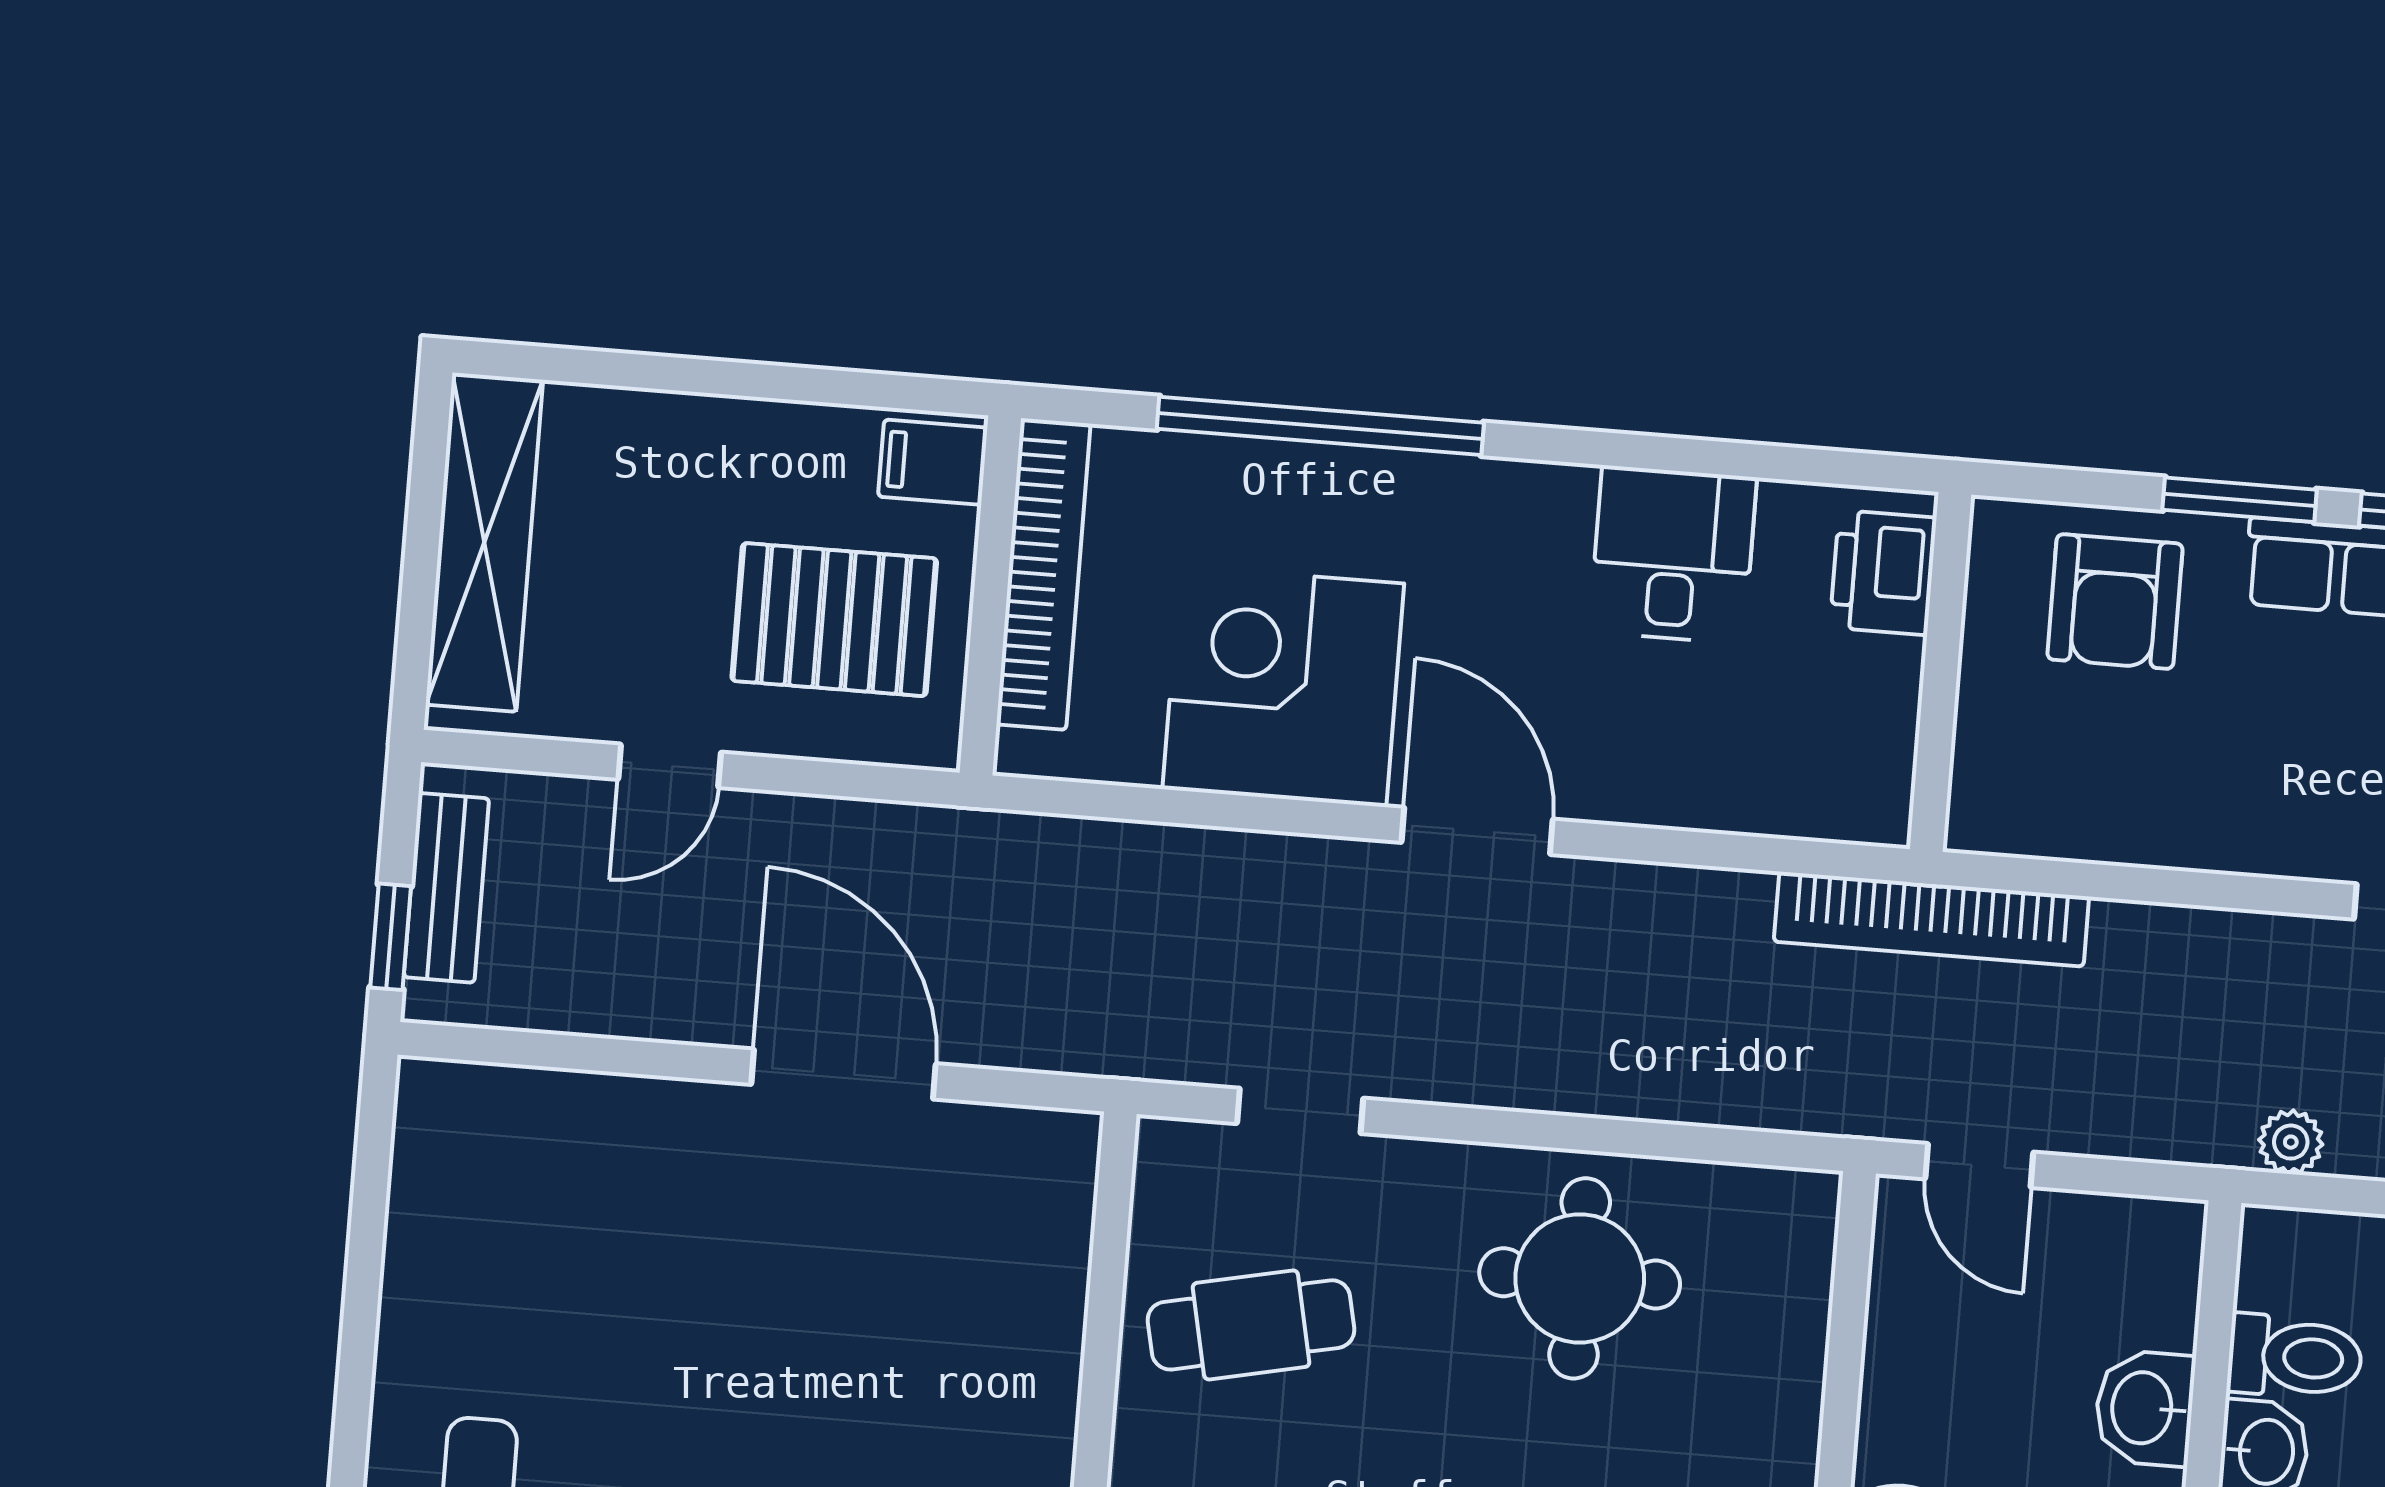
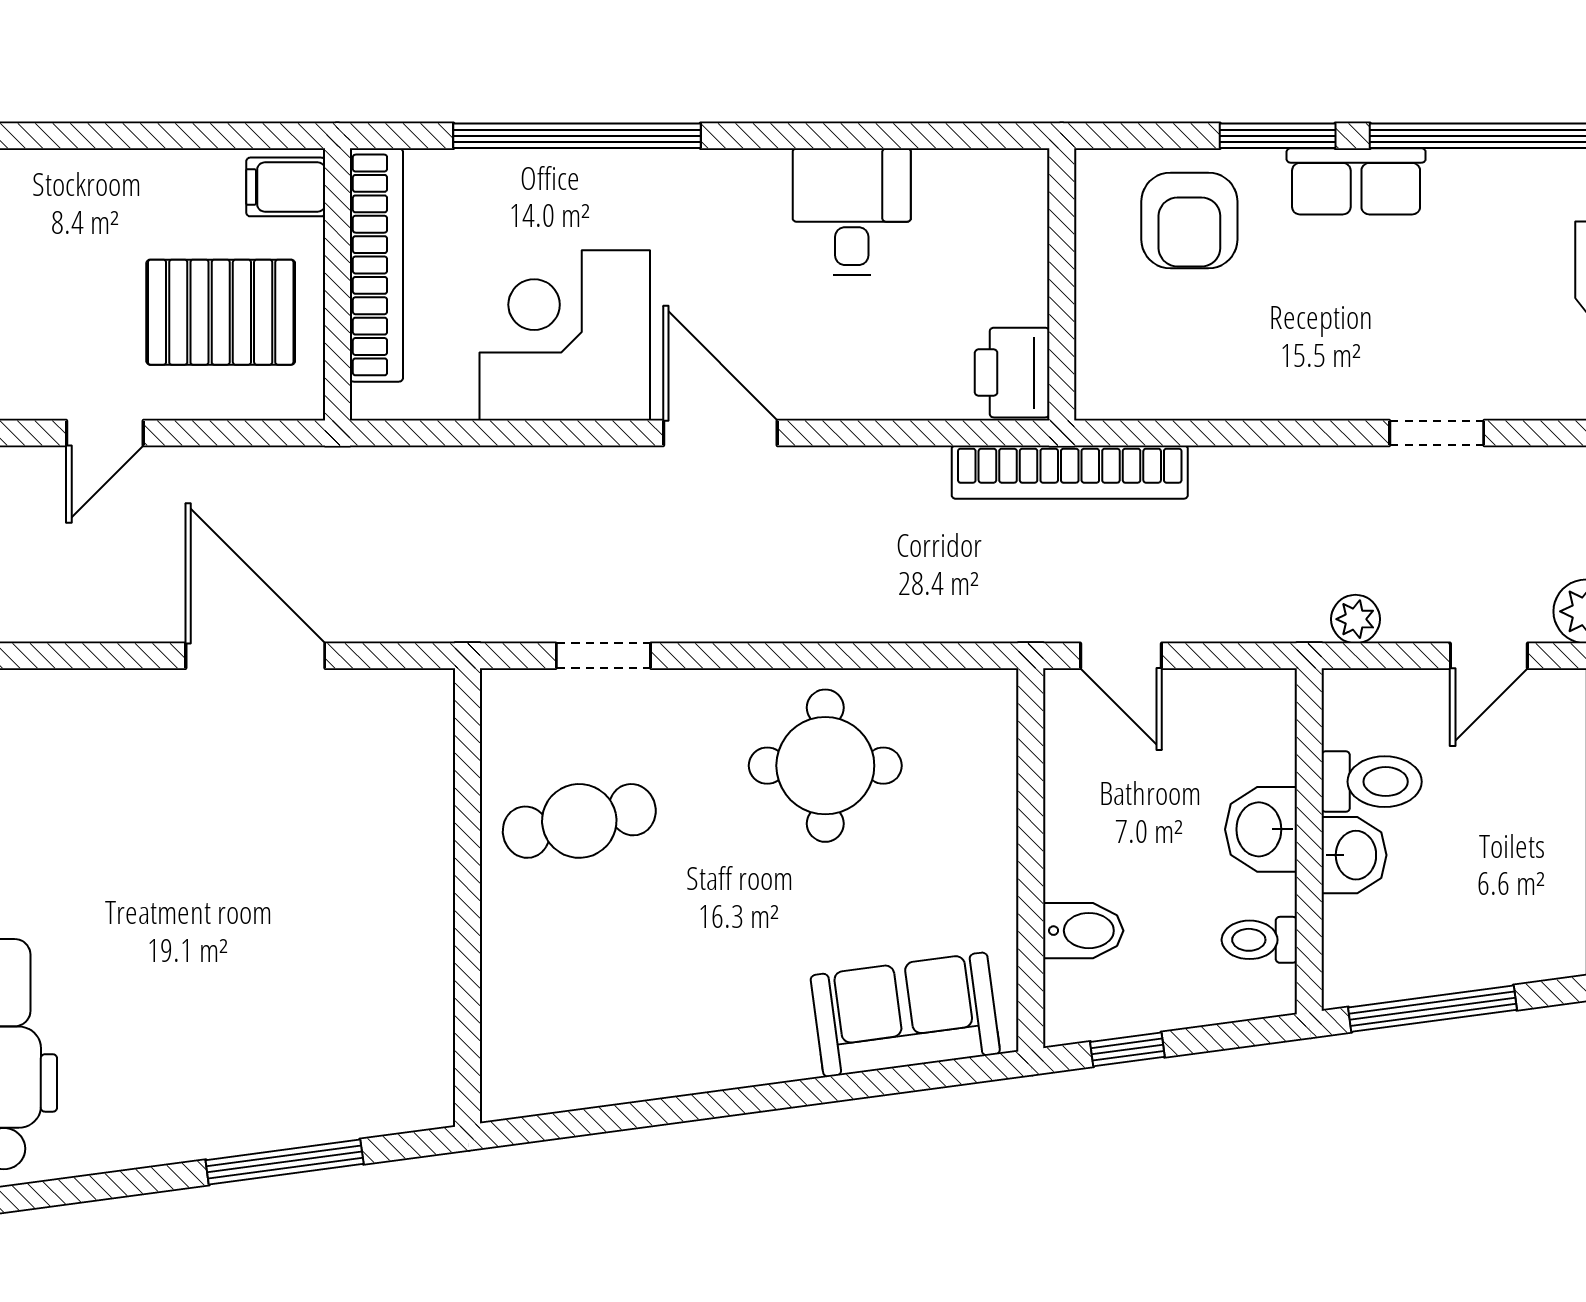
printer: (1883, 573) -> (1012, 373), moved

